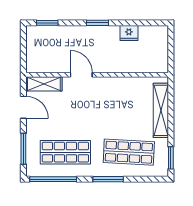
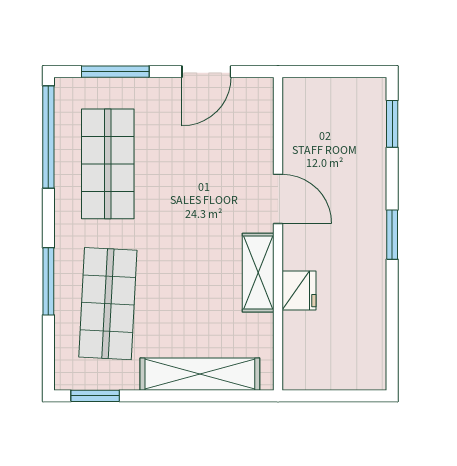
fridge: (129, 33) -> (299, 290), moved, turned 180
door: (81, 75) -> (278, 199), hinge flipped
shelving: (44, 84) -> (258, 273), moved
window: (108, 179) -> (48, 281), moved

